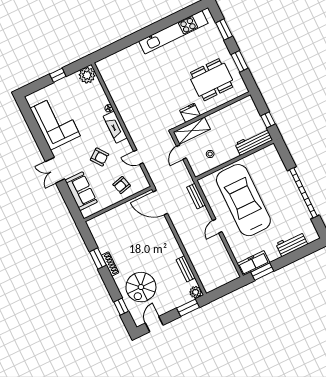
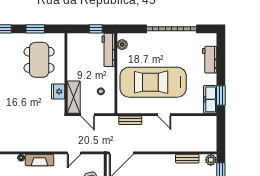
boiler: (265, 153) -> (122, 45), added

